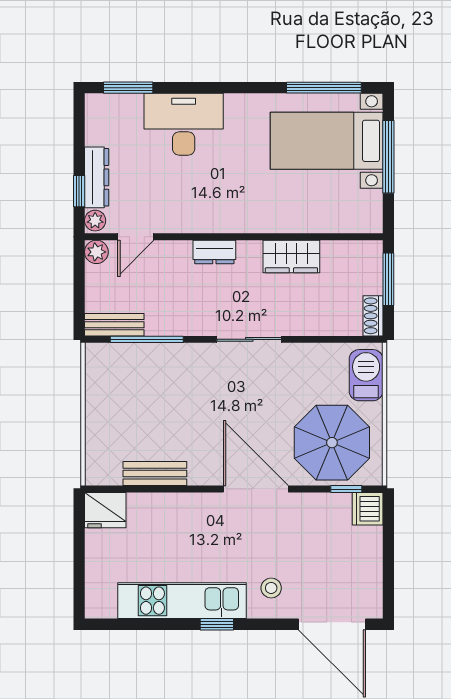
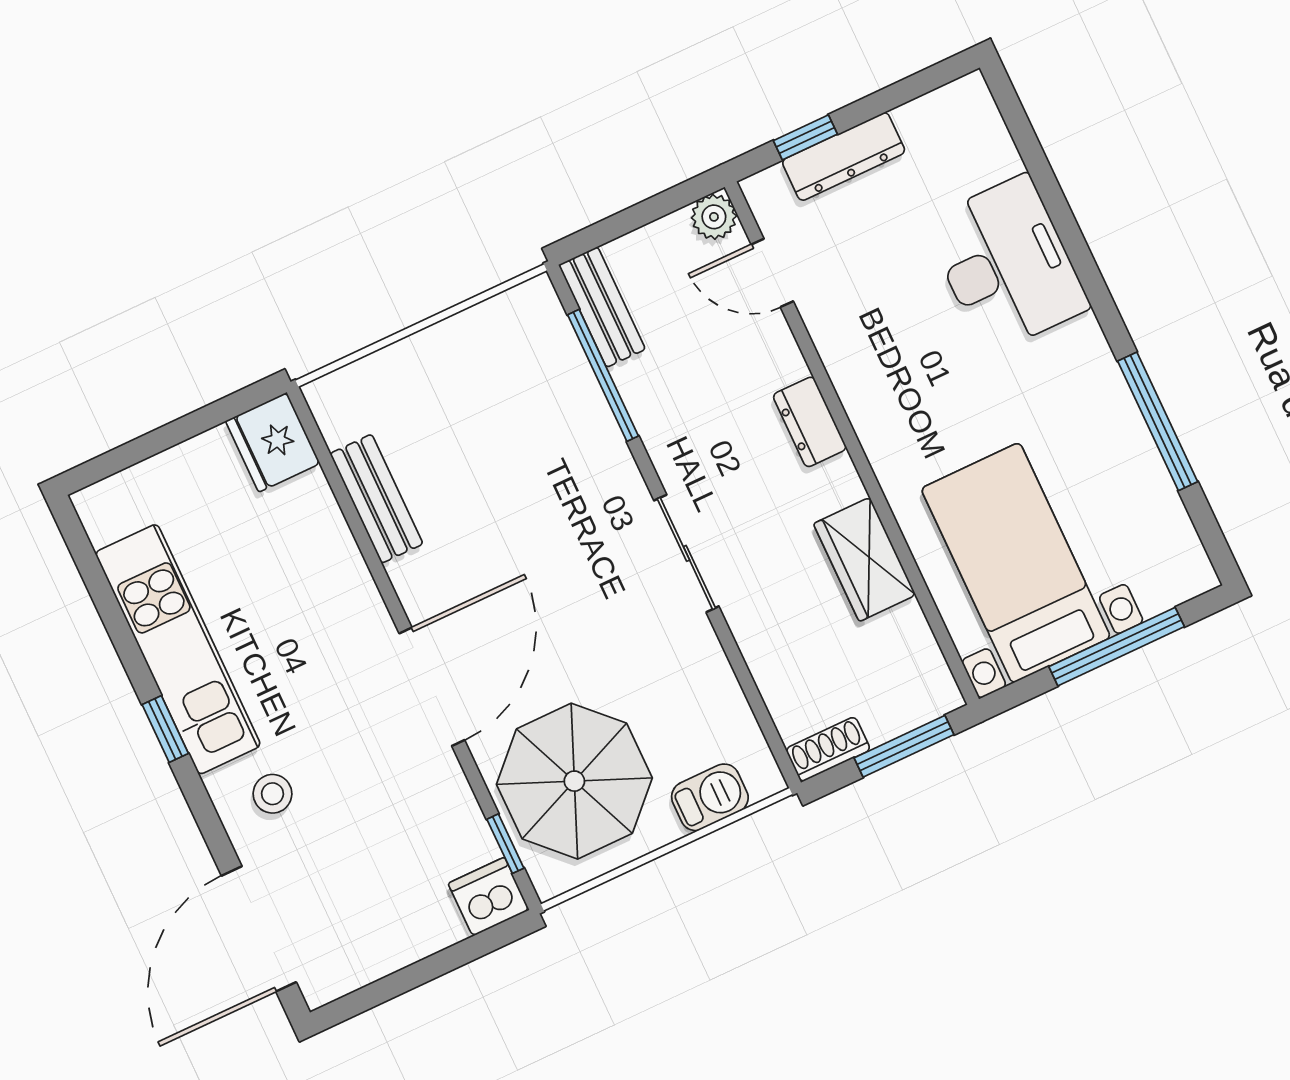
window: (128, 88) -> (1025, 138), removed
window: (324, 88) -> (1158, 421), moved
bed with nightstands: (327, 141) -> (1016, 563), moved
plant: (95, 221) -> (767, 189), removed
barbecue: (366, 375) -> (710, 797), width x0.73, depth x0.79

